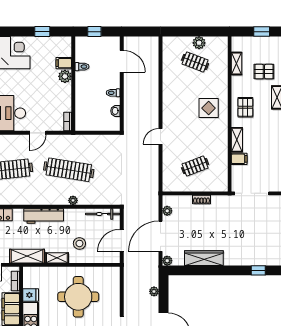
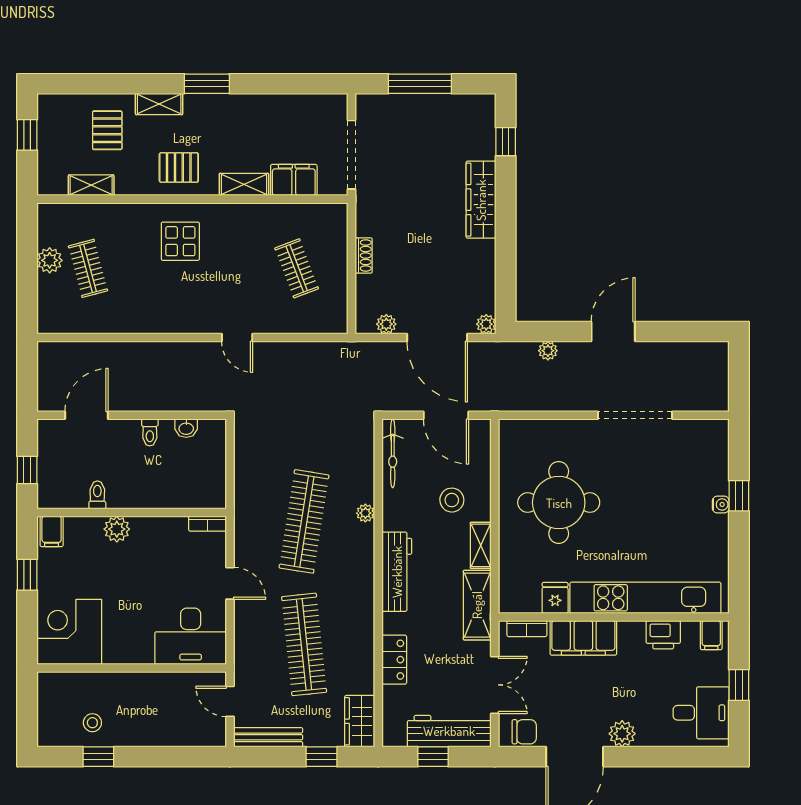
clothes rail: (195, 62) -> (88, 268), turned -36
filing cabinet: (64, 63) -> (52, 531), moved
filing cabinet: (239, 159) -> (294, 180), width x2.00
wardrobe: (204, 258) -> (481, 200), moved

